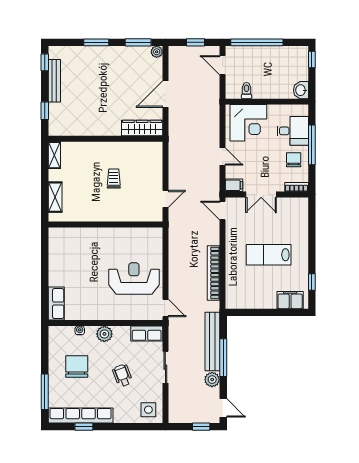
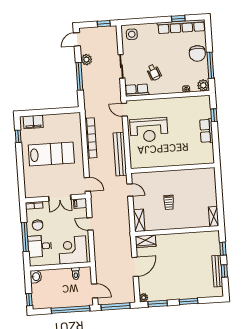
window: (196, 42) -> (116, 306), width x2.17
window: (45, 62) -> (224, 271), moved
wardrobe: (142, 128) -> (146, 241), width x0.67
double door: (261, 195) -> (60, 198), swing flipped
shelving: (55, 197) -> (139, 220), moved
door: (165, 199) -> (130, 190), swing flipped
lab bench: (269, 255) -> (51, 154), width x1.36, depth x1.39
window: (45, 292) -> (214, 115), added
row of seats: (56, 304) -> (206, 131), moved
plant: (104, 334) -> (203, 85), moved
bench: (212, 342) -> (120, 154), moved
chair: (77, 367) -> (197, 53), moved
wheelchair: (122, 375) -> (154, 72), moved
window: (45, 392) -> (210, 65), moved
door: (223, 408) -> (77, 39), hinge flipped
window: (201, 427) -> (104, 24), moved

